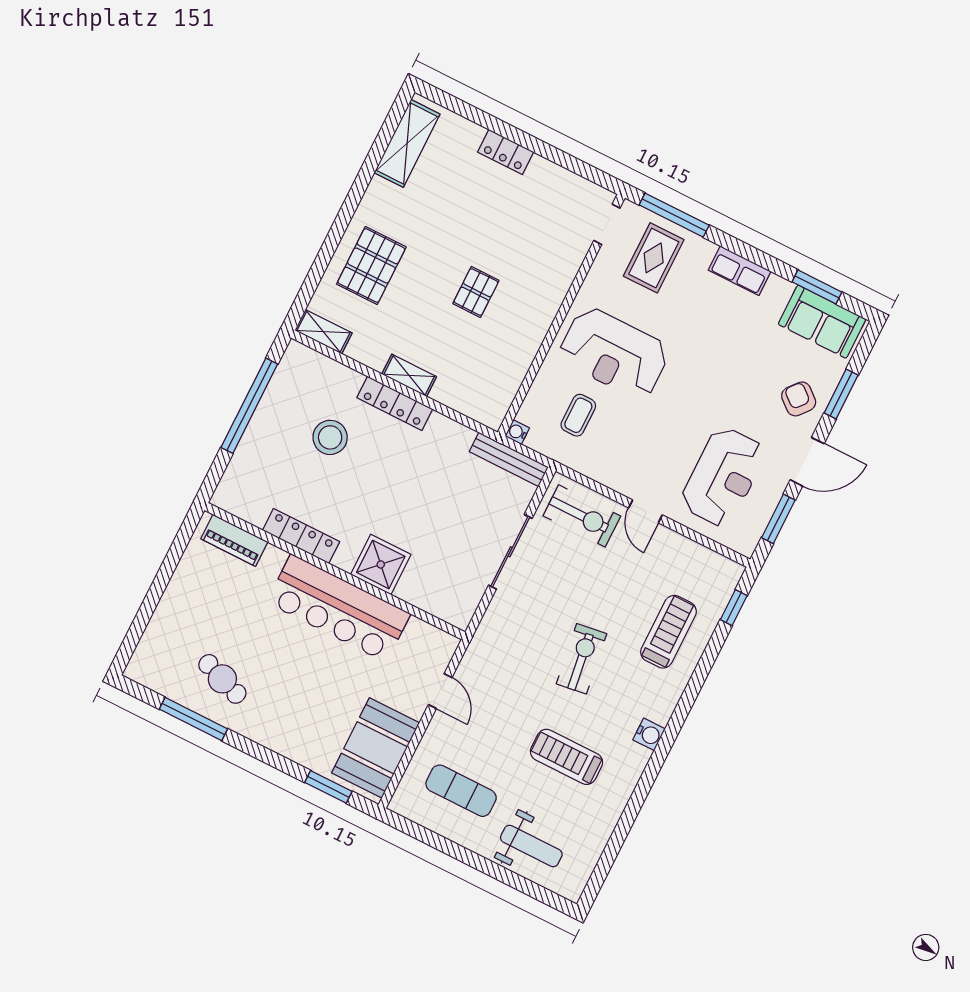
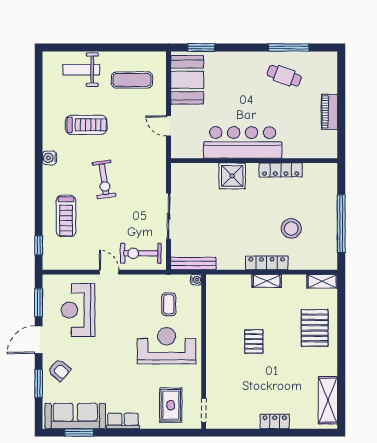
window: (674, 215) -> (171, 433), removed
sofa: (822, 322) -> (75, 416), width x1.36
piano: (234, 540) -> (329, 112), moved, turned -90

